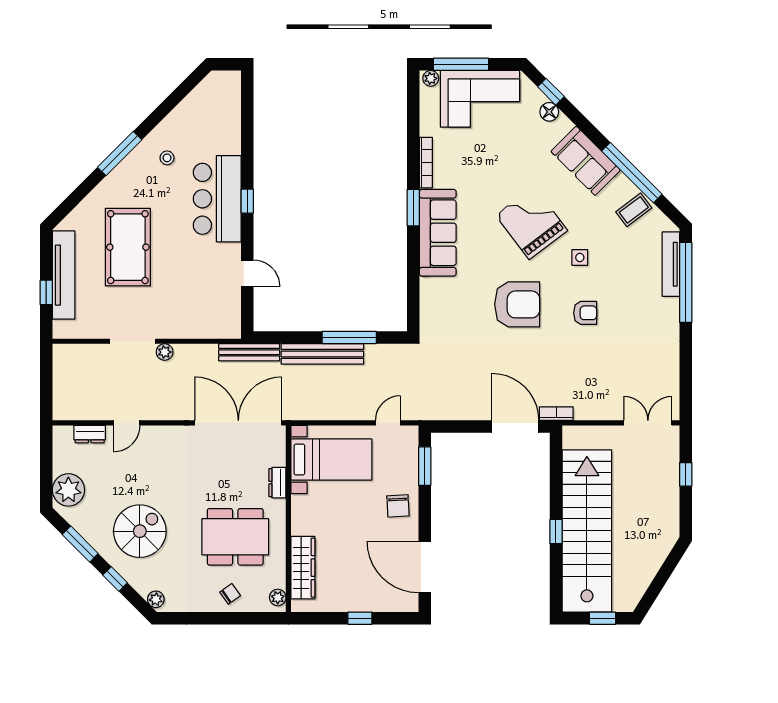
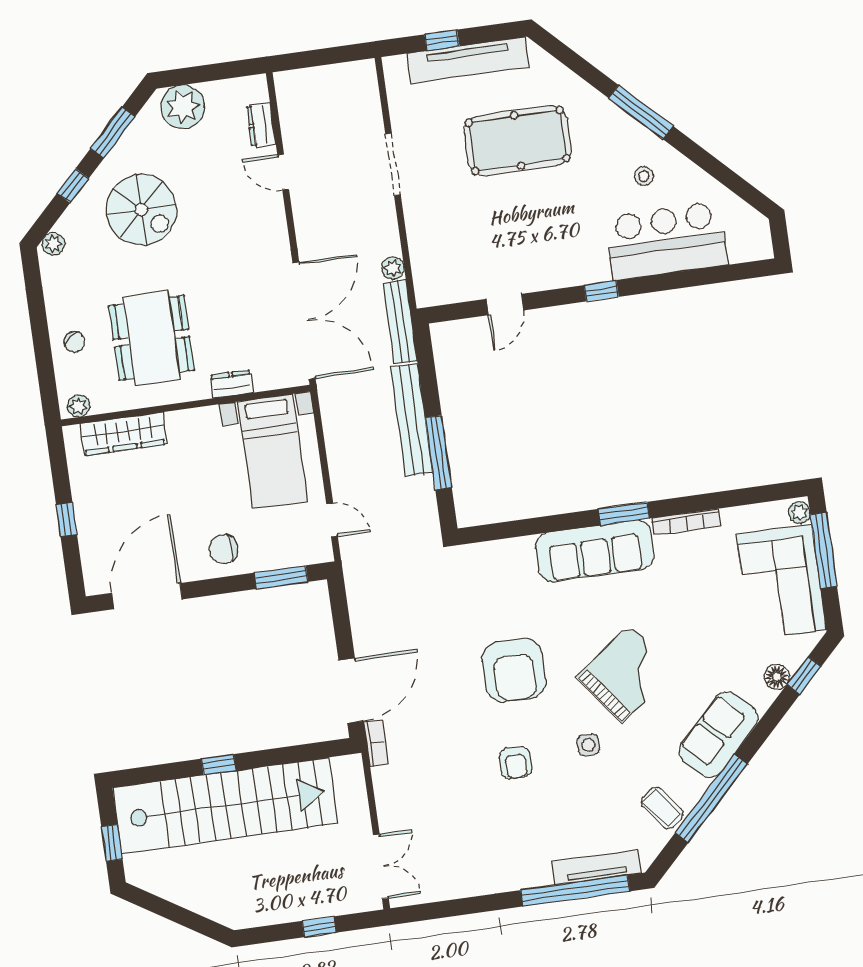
bar counter: (217, 199) -> (666, 241), moved
plant: (165, 352) -> (393, 268), moved

